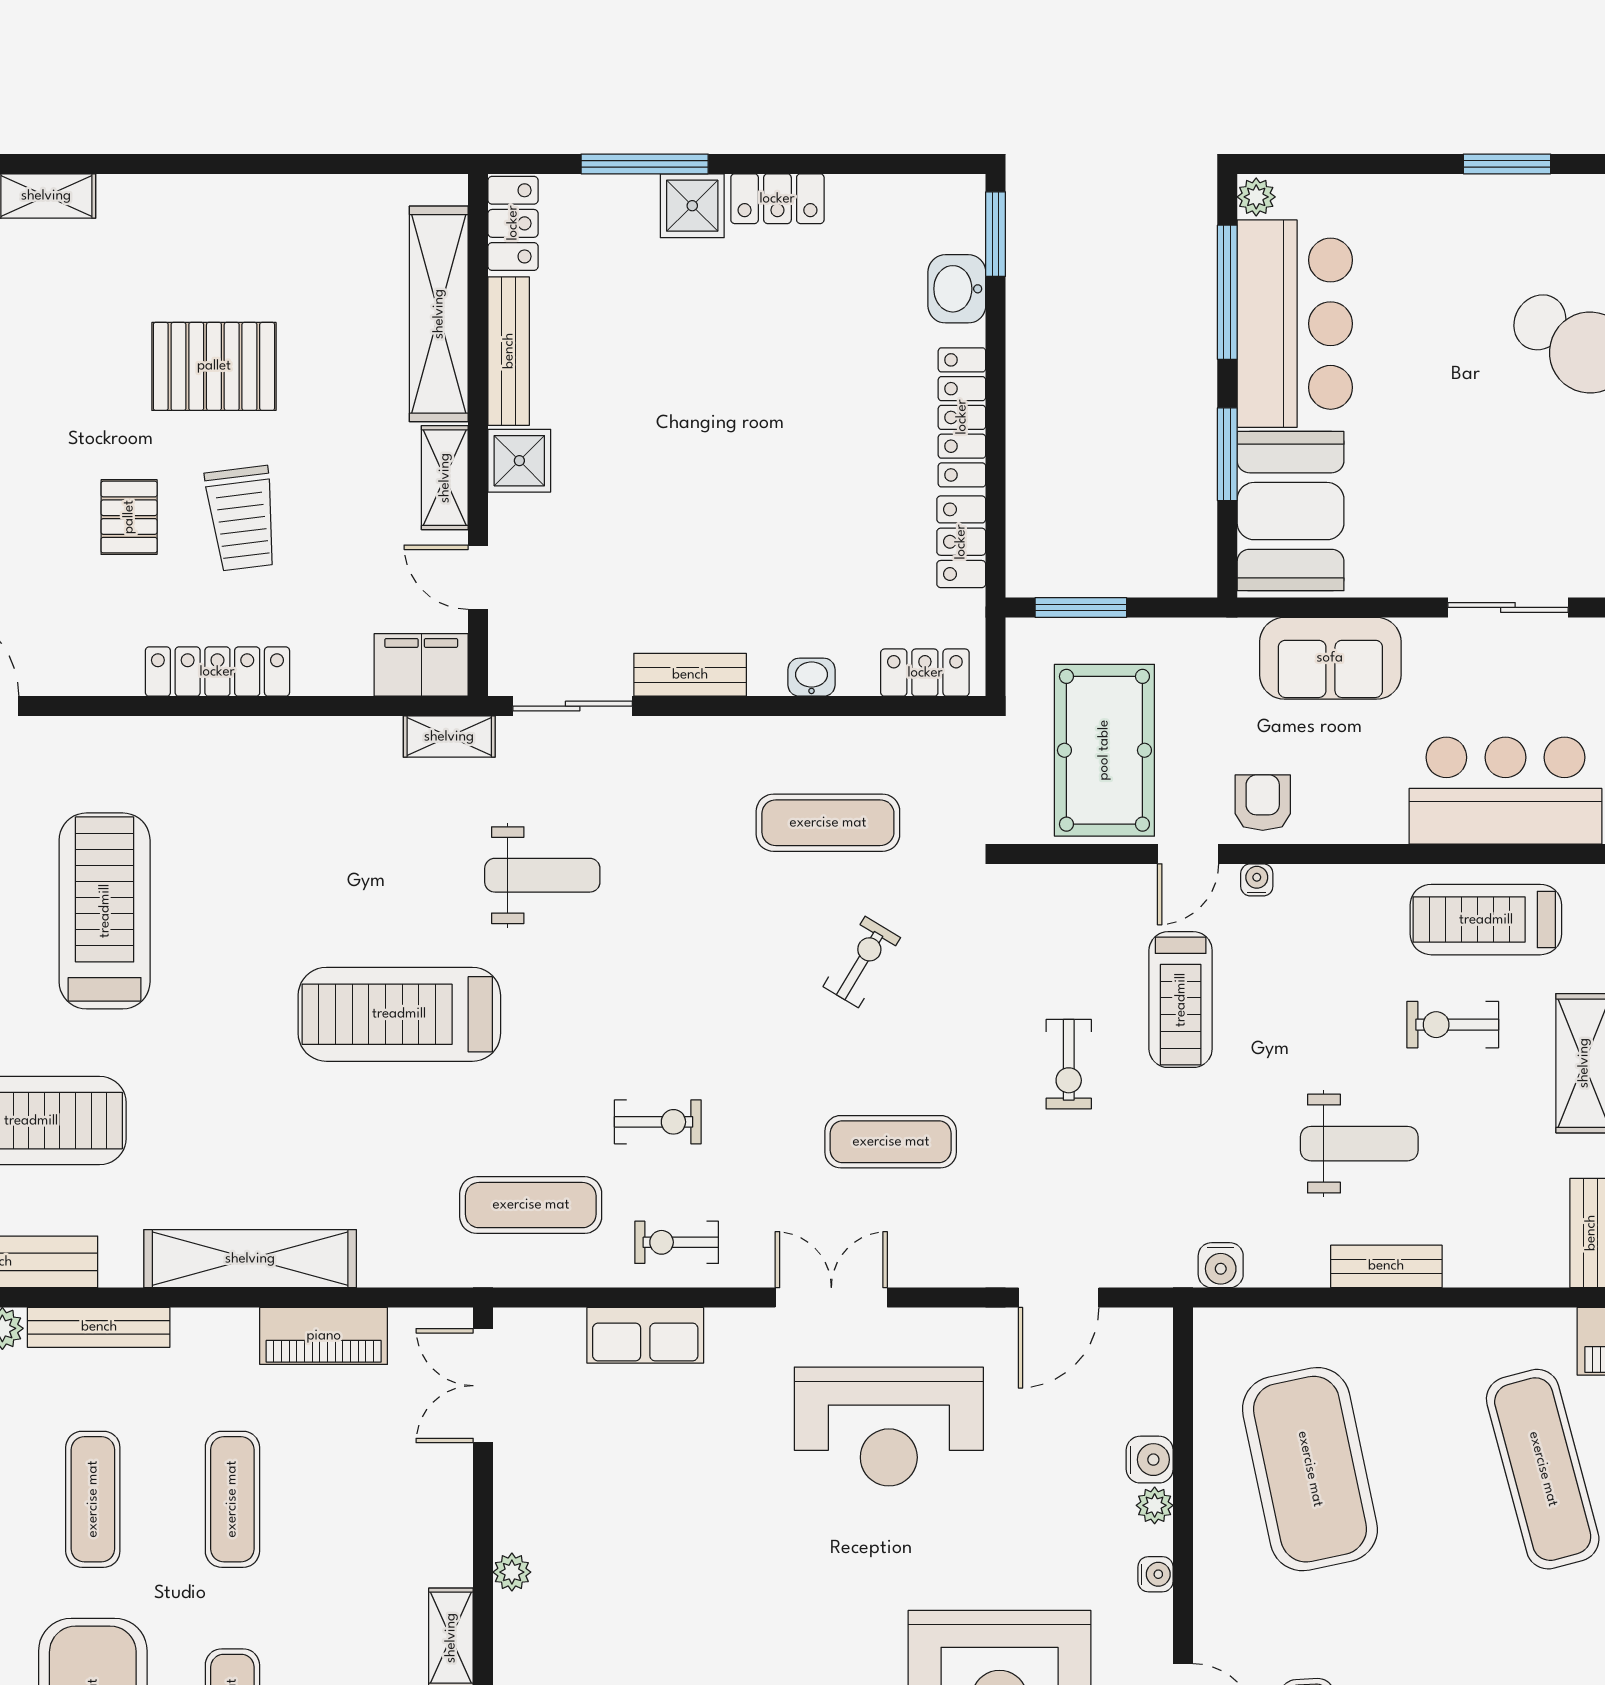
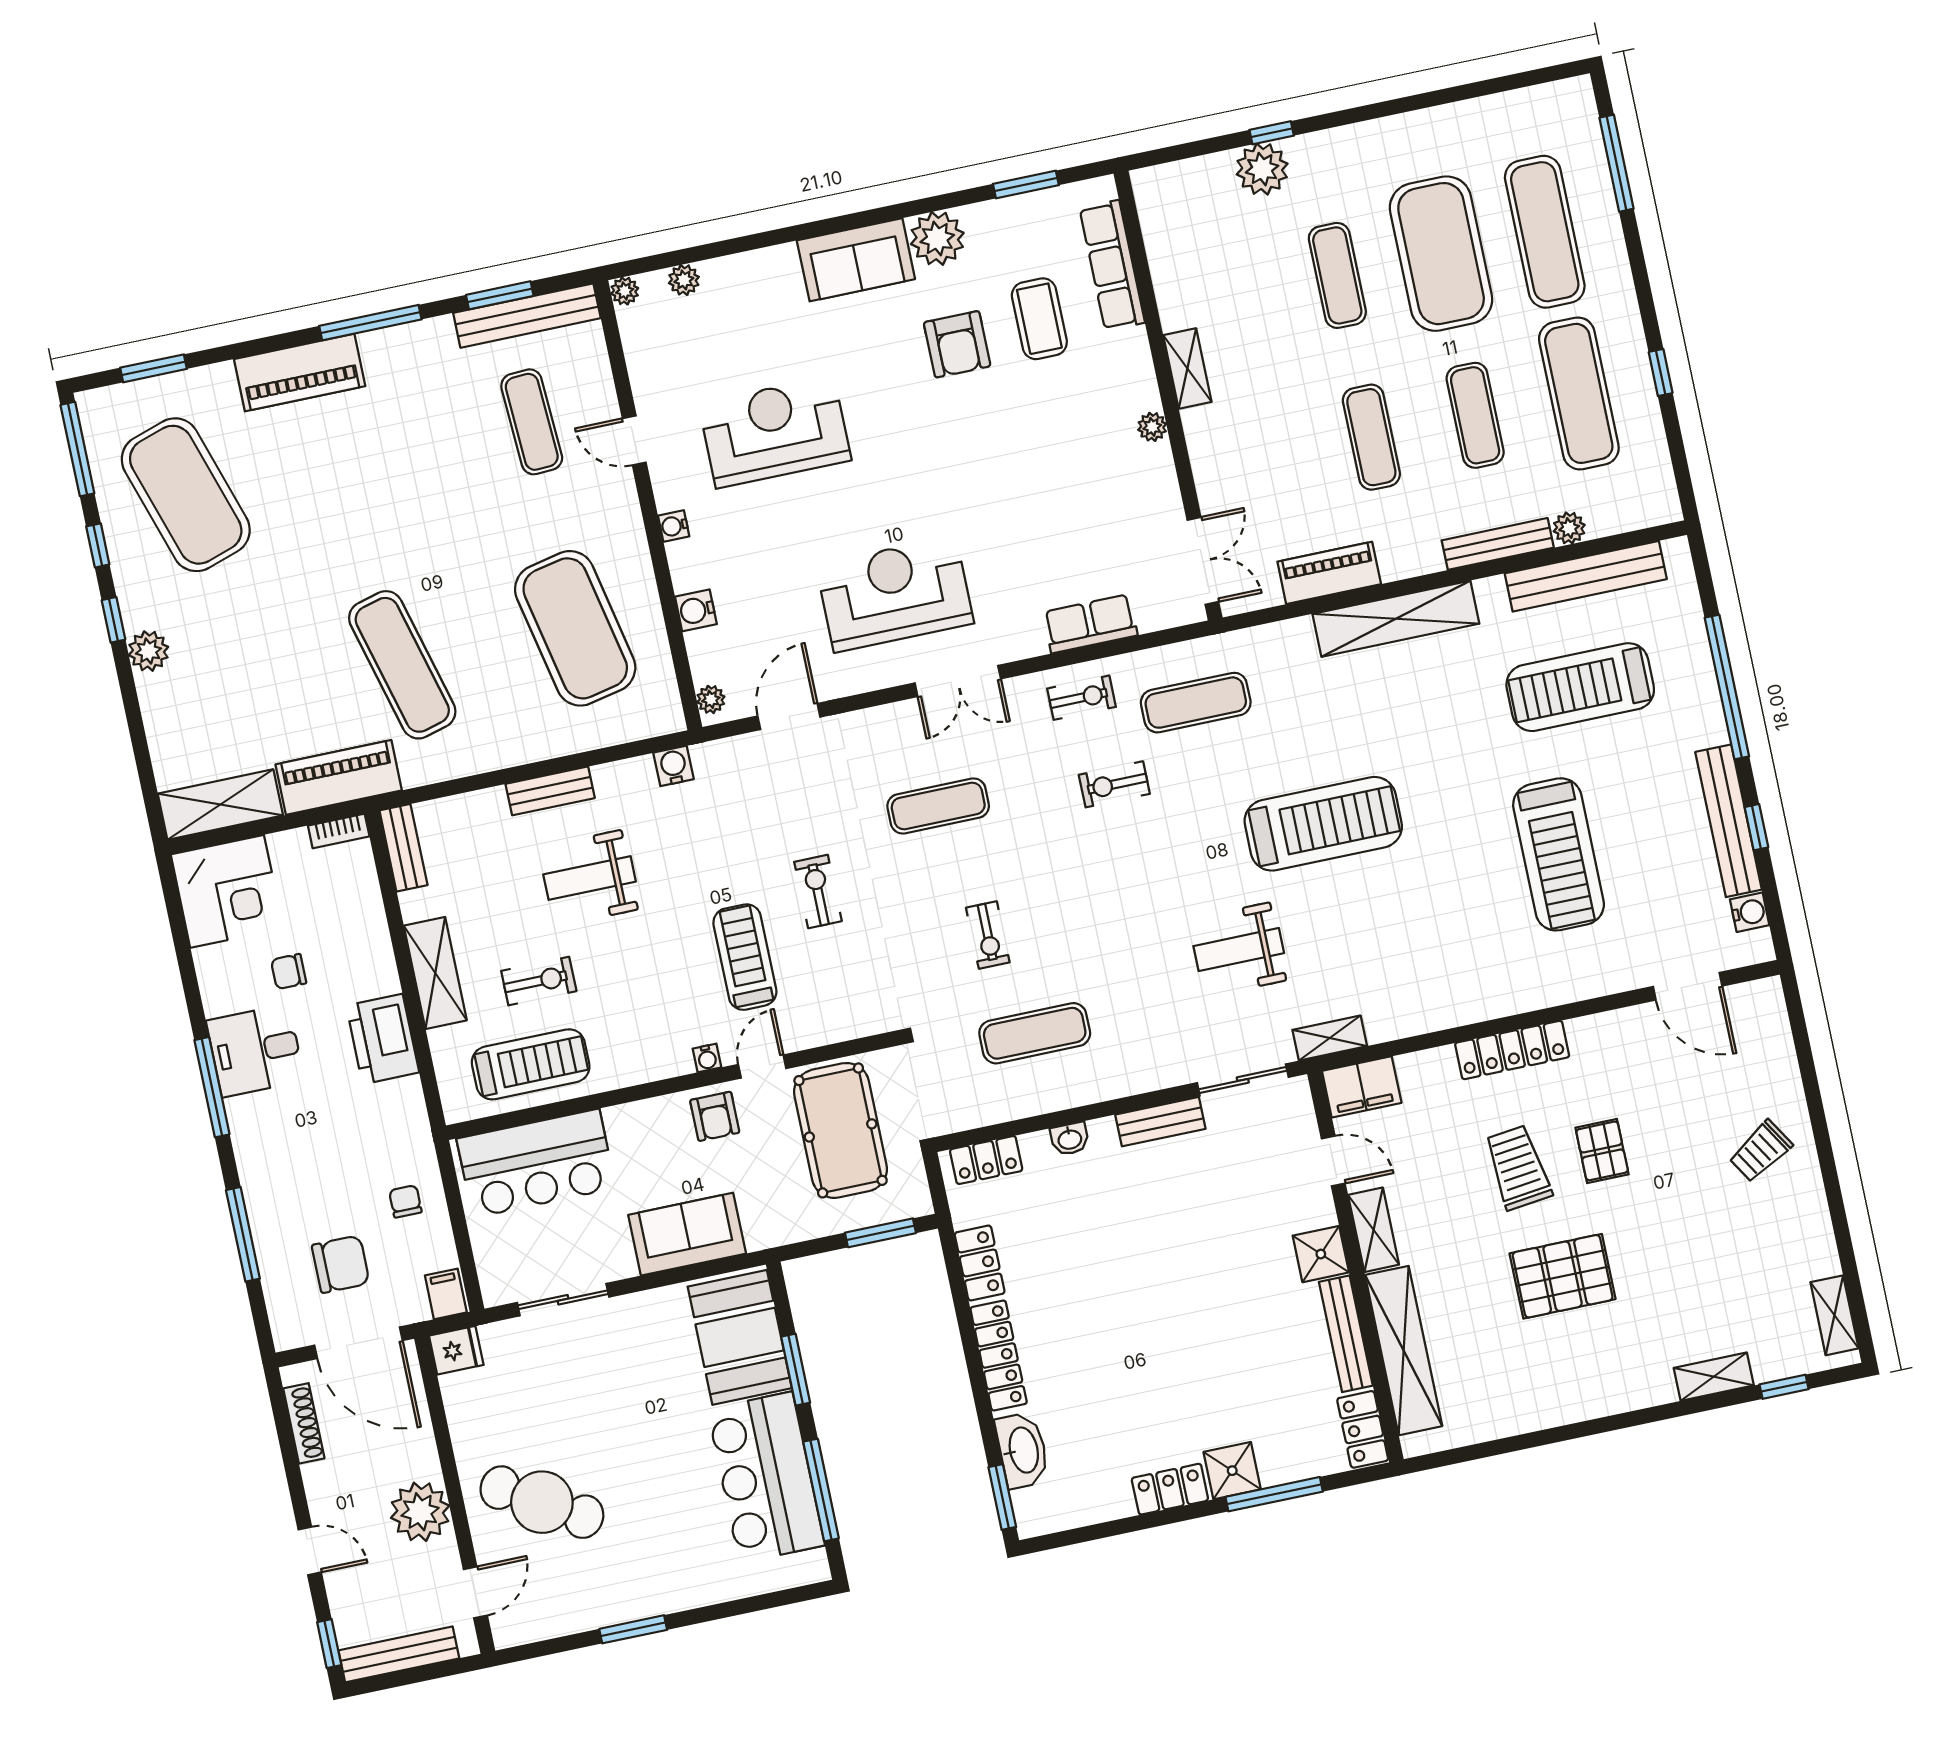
plant: (1256, 197) -> (814, 1565), removed
washbasin: (957, 289) -> (1023, 1450), width x1.38
exercise bike: (862, 962) -> (988, 935), turned -31
plant: (1155, 1505) -> (711, 699), moved

